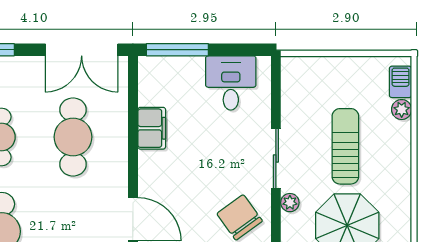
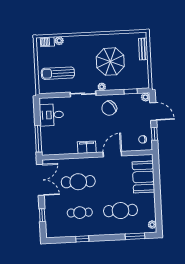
filing cabinet: (152, 128) -> (87, 147), moved
sun lounger: (345, 146) -> (58, 73), moved

